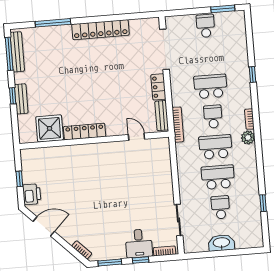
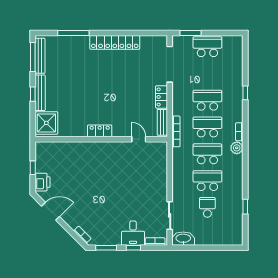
window: (223, 9) -> (191, 33), moved
school desk: (206, 26) -> (207, 47), width x1.85
bench: (21, 99) -> (40, 93), width x1.36
school desk: (213, 117) -> (207, 127), width x1.85
shower: (50, 128) -> (46, 123), moved
locker: (85, 132) -> (100, 131), width x0.66
washbasin: (221, 243) -> (183, 239), moved

